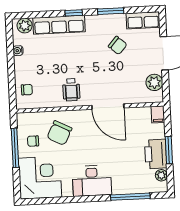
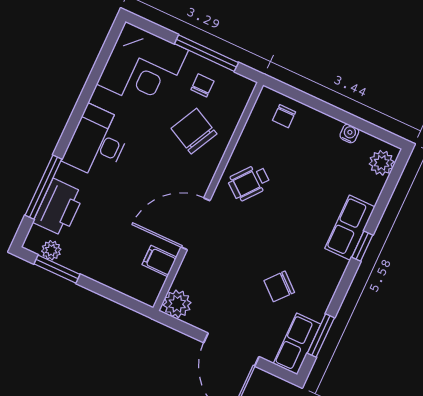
window: (111, 11) -> (321, 335), moved
row of seats: (59, 25) -> (350, 228), width x0.68
plant: (154, 82) -> (177, 304), moved
wheelchair: (71, 90) -> (249, 182), turned -51
filing cabinet: (158, 114) -> (159, 261), moved
window: (169, 150) -> (57, 269), moved
printer: (156, 154) -> (59, 208), moved, turned 90

